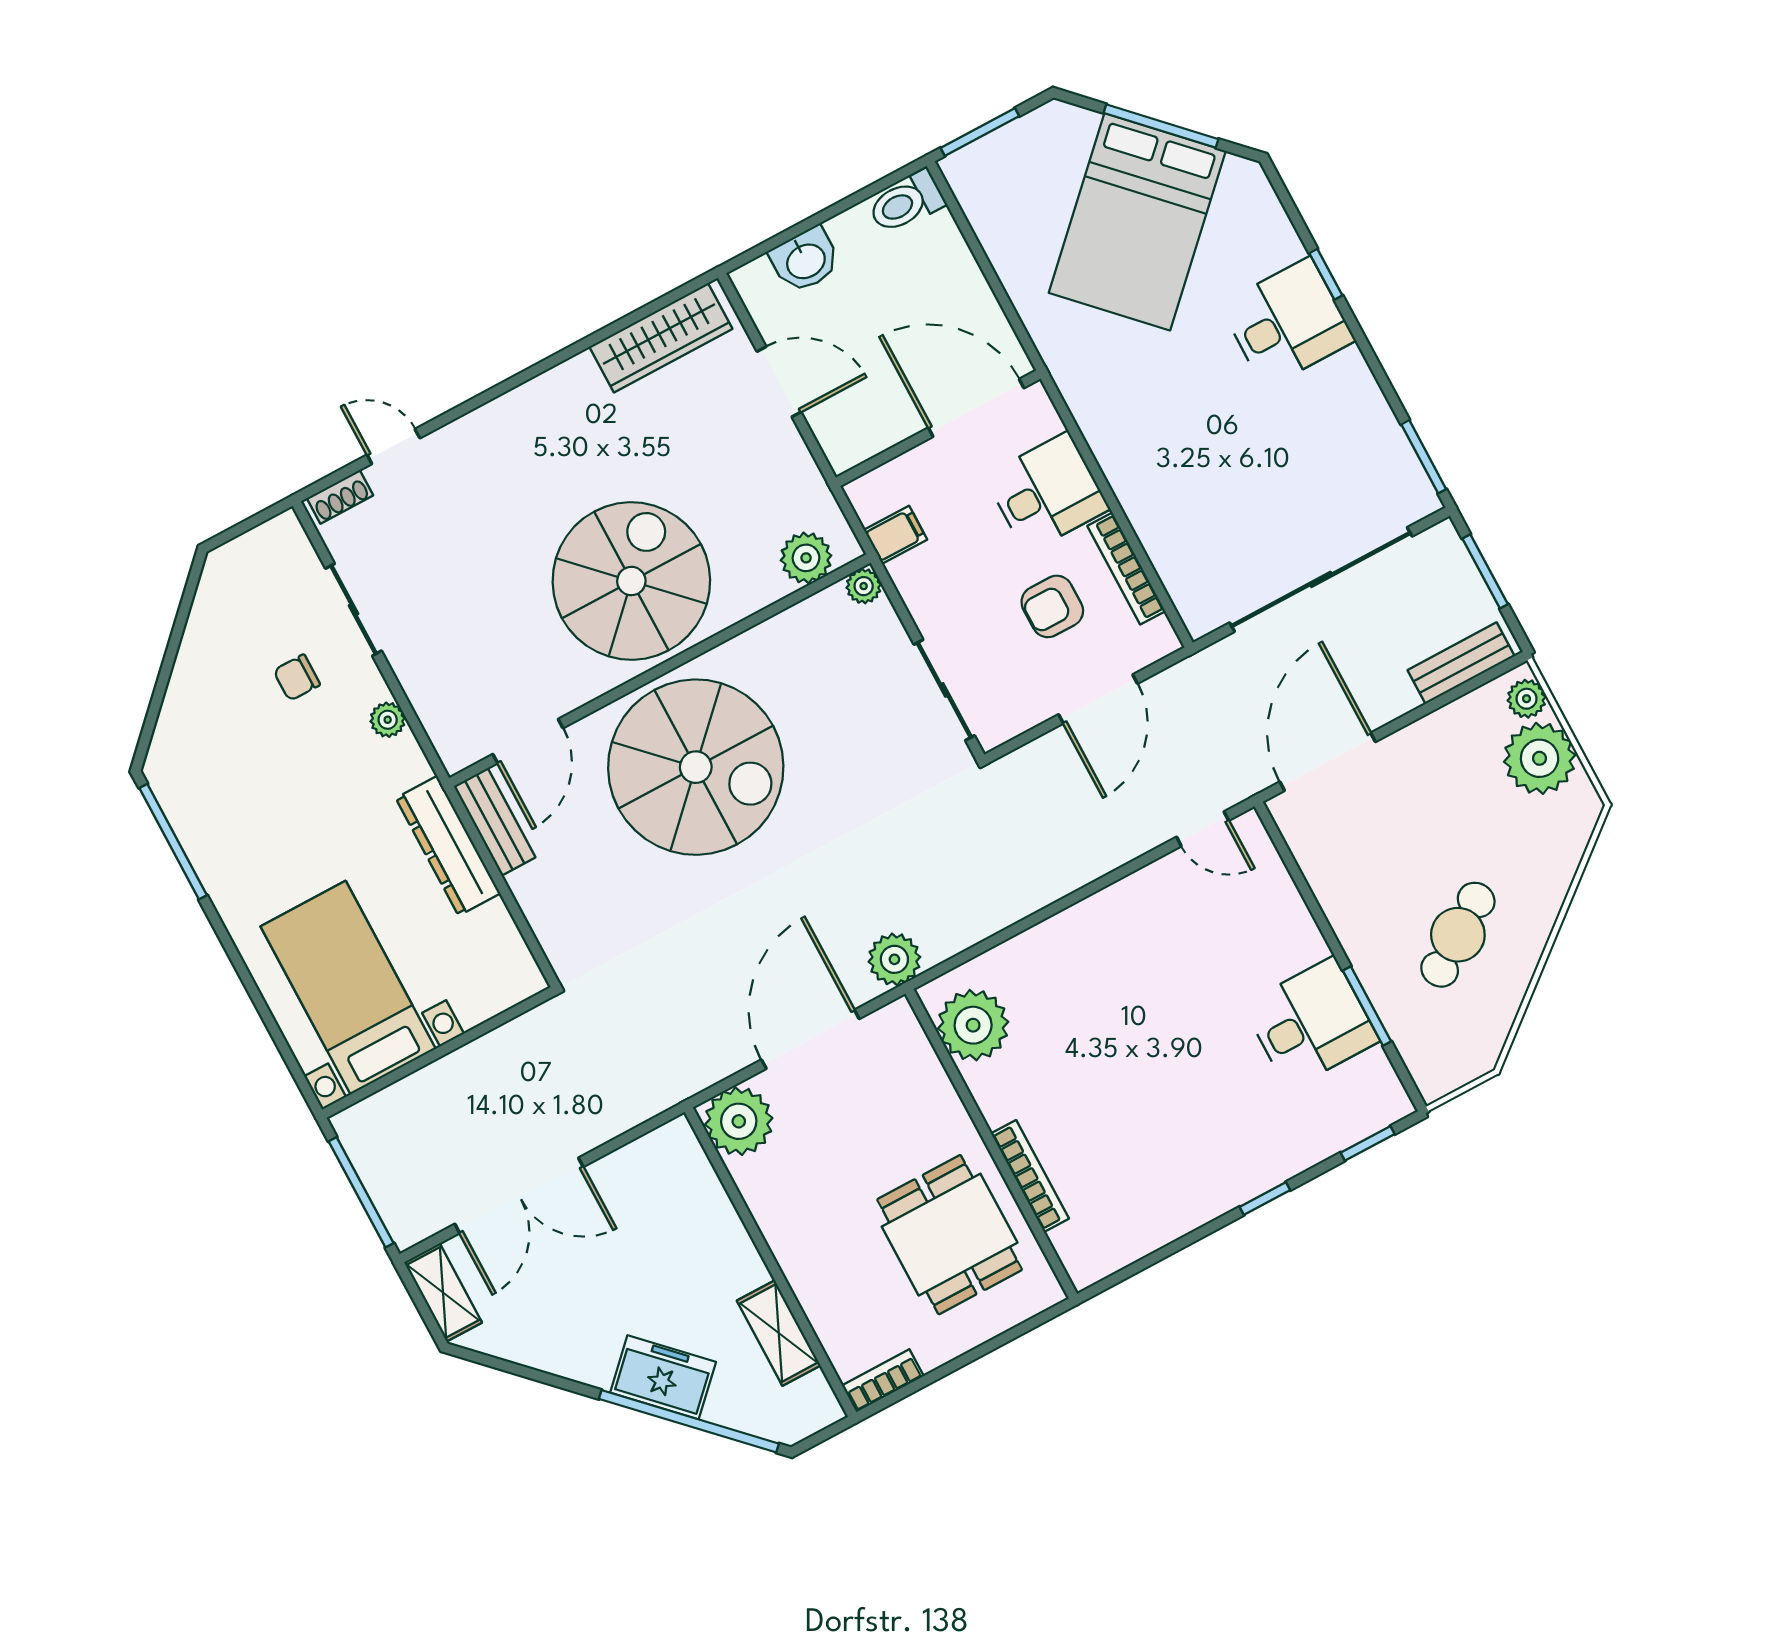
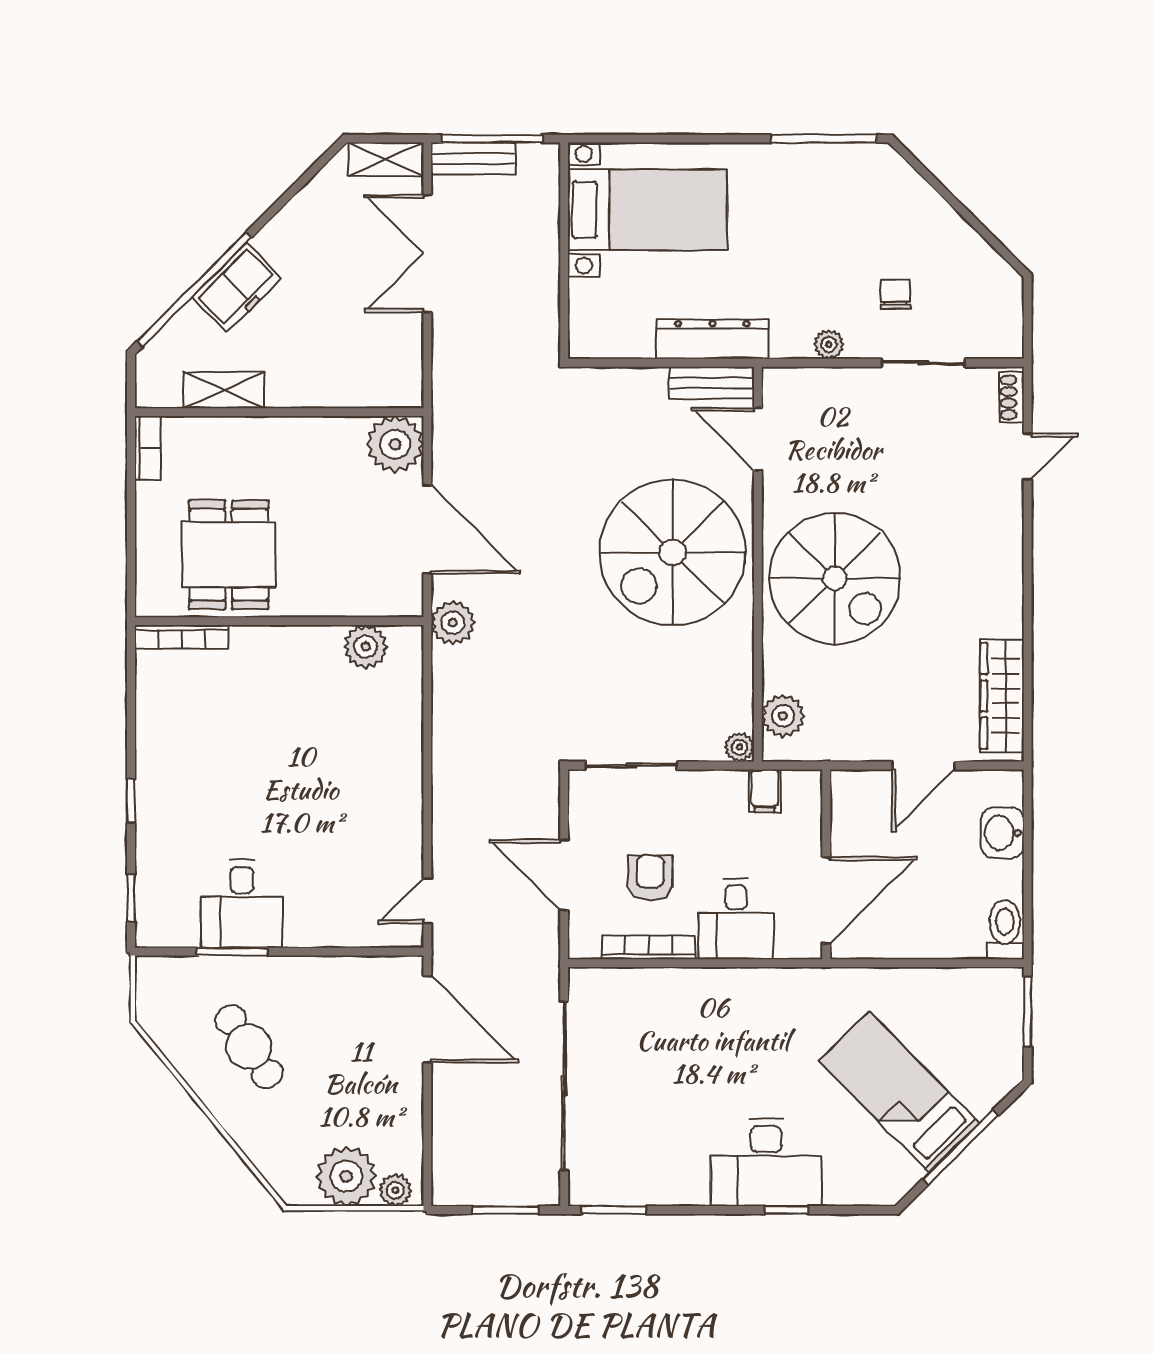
bed: (1137, 222) -> (899, 1092), width x0.67
desk: (1287, 323) -> (766, 1163), width x1.37
bench: (1461, 663) -> (473, 159), moved, turned 90
plant: (973, 1025) -> (366, 647), width x0.73, depth x0.73
bookcase: (1030, 1176) -> (181, 637), moved
dining table: (950, 1235) -> (229, 555), turned 90

